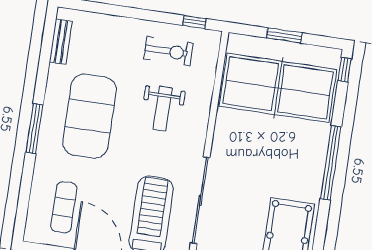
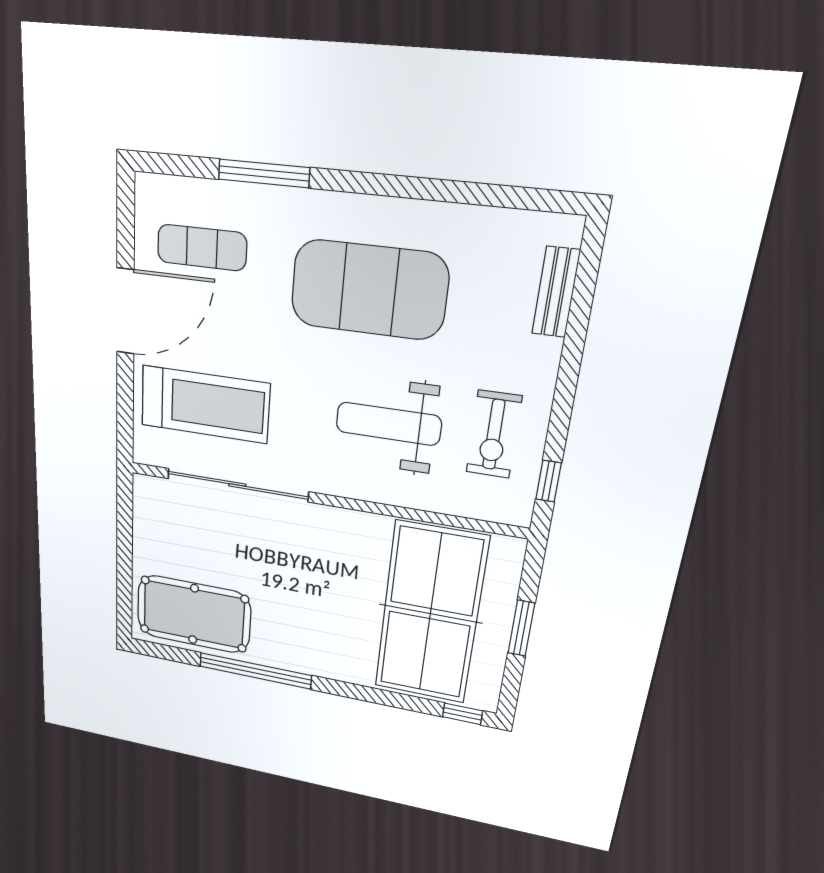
bench: (61, 42) -> (556, 292), moved, turned 90
weight bench: (163, 108) -> (388, 424), width x1.36, depth x1.33
window: (34, 129) -> (264, 173), moved
window: (331, 163) -> (255, 671), moved

